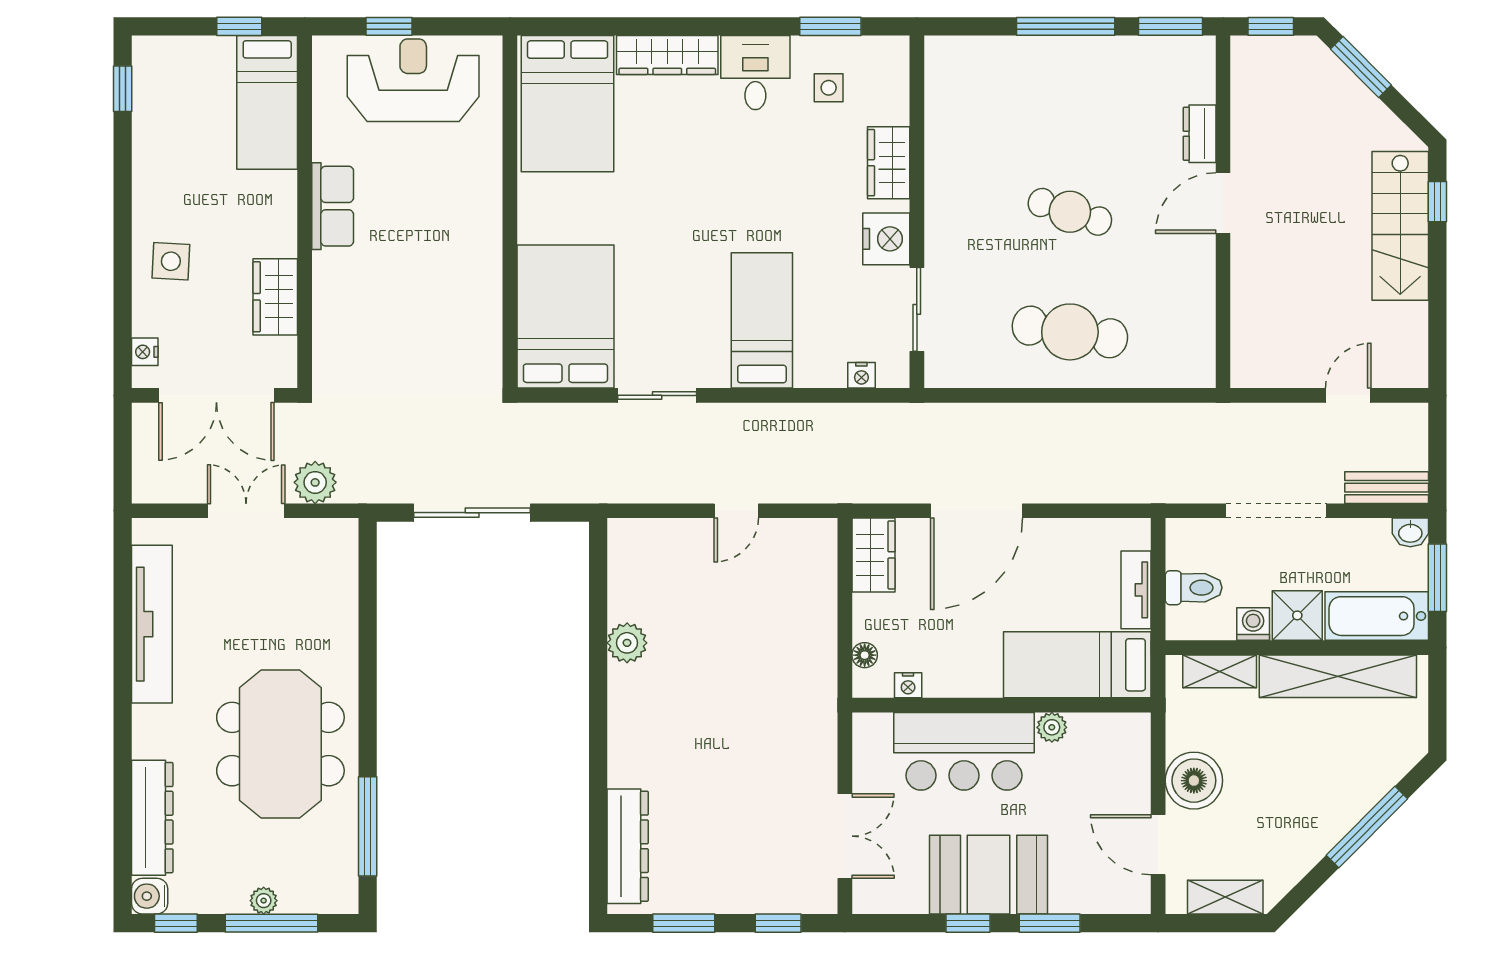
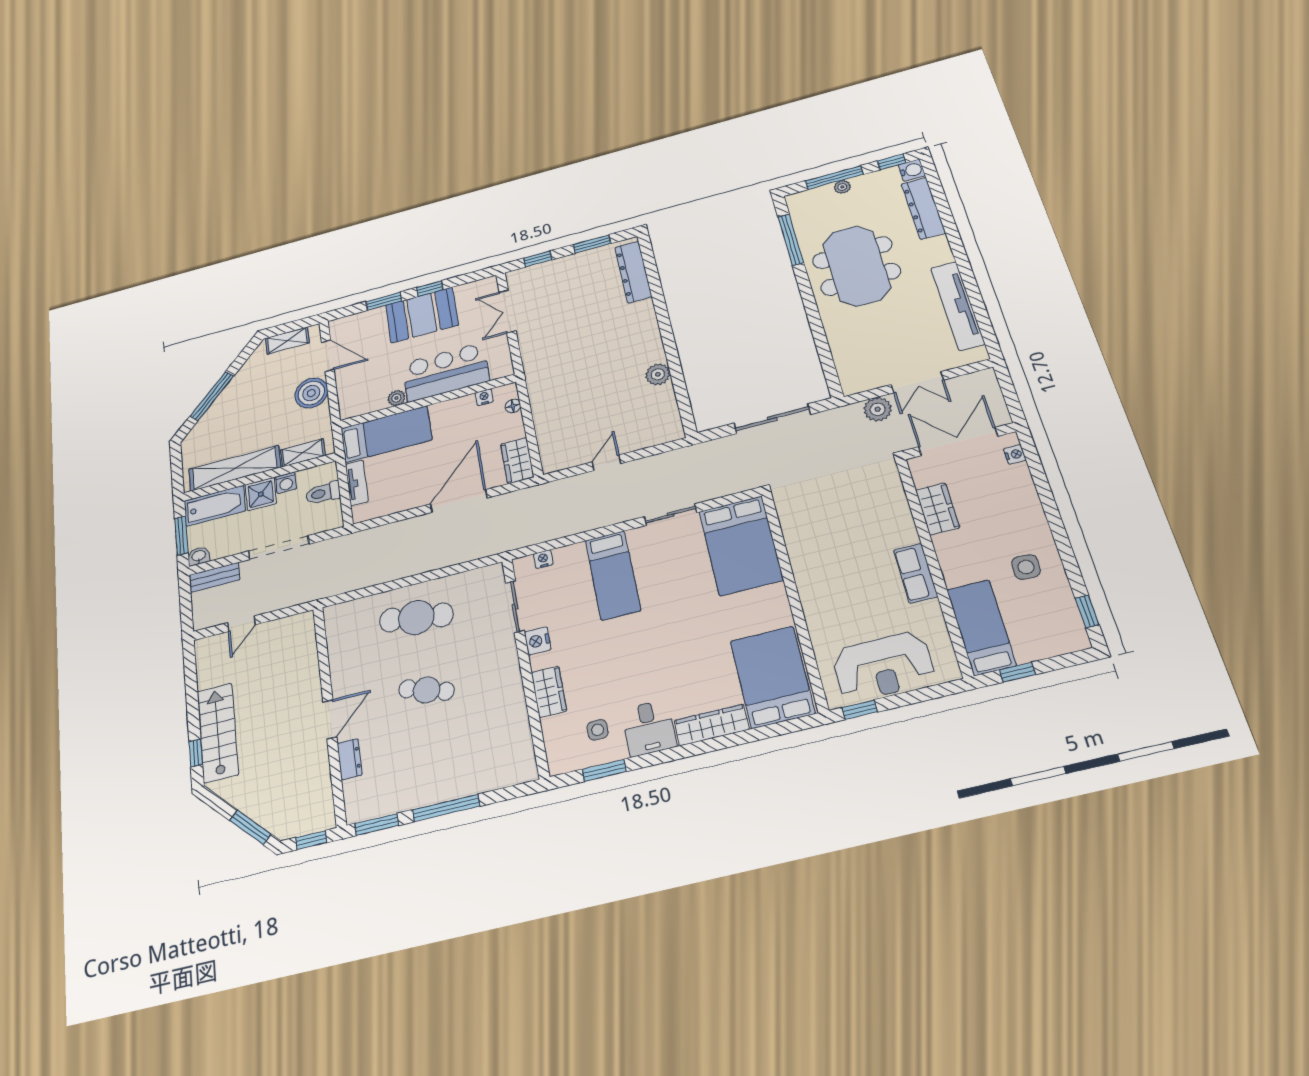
window: (389, 26) -> (860, 710), moved
nightstand: (886, 239) -> (538, 641), width x0.74, depth x0.75
side table: (171, 261) -> (1026, 567), moved

